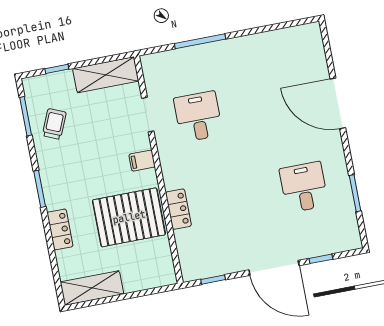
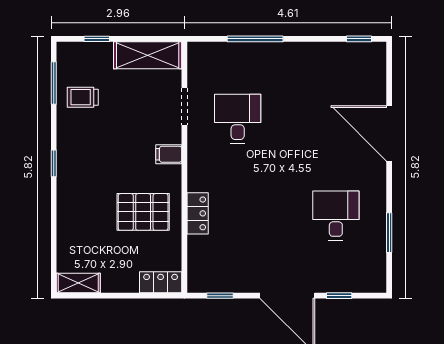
window: (294, 23) -> (359, 39), added
trolley: (54, 124) -> (83, 97), turned -113
window: (40, 189) -> (54, 163), width x0.67
pallet: (129, 217) -> (143, 212), width x0.73, depth x0.71
locker: (60, 229) -> (161, 282), moved, turned -90
shelving: (92, 288) -> (78, 283), width x0.67, depth x0.75

